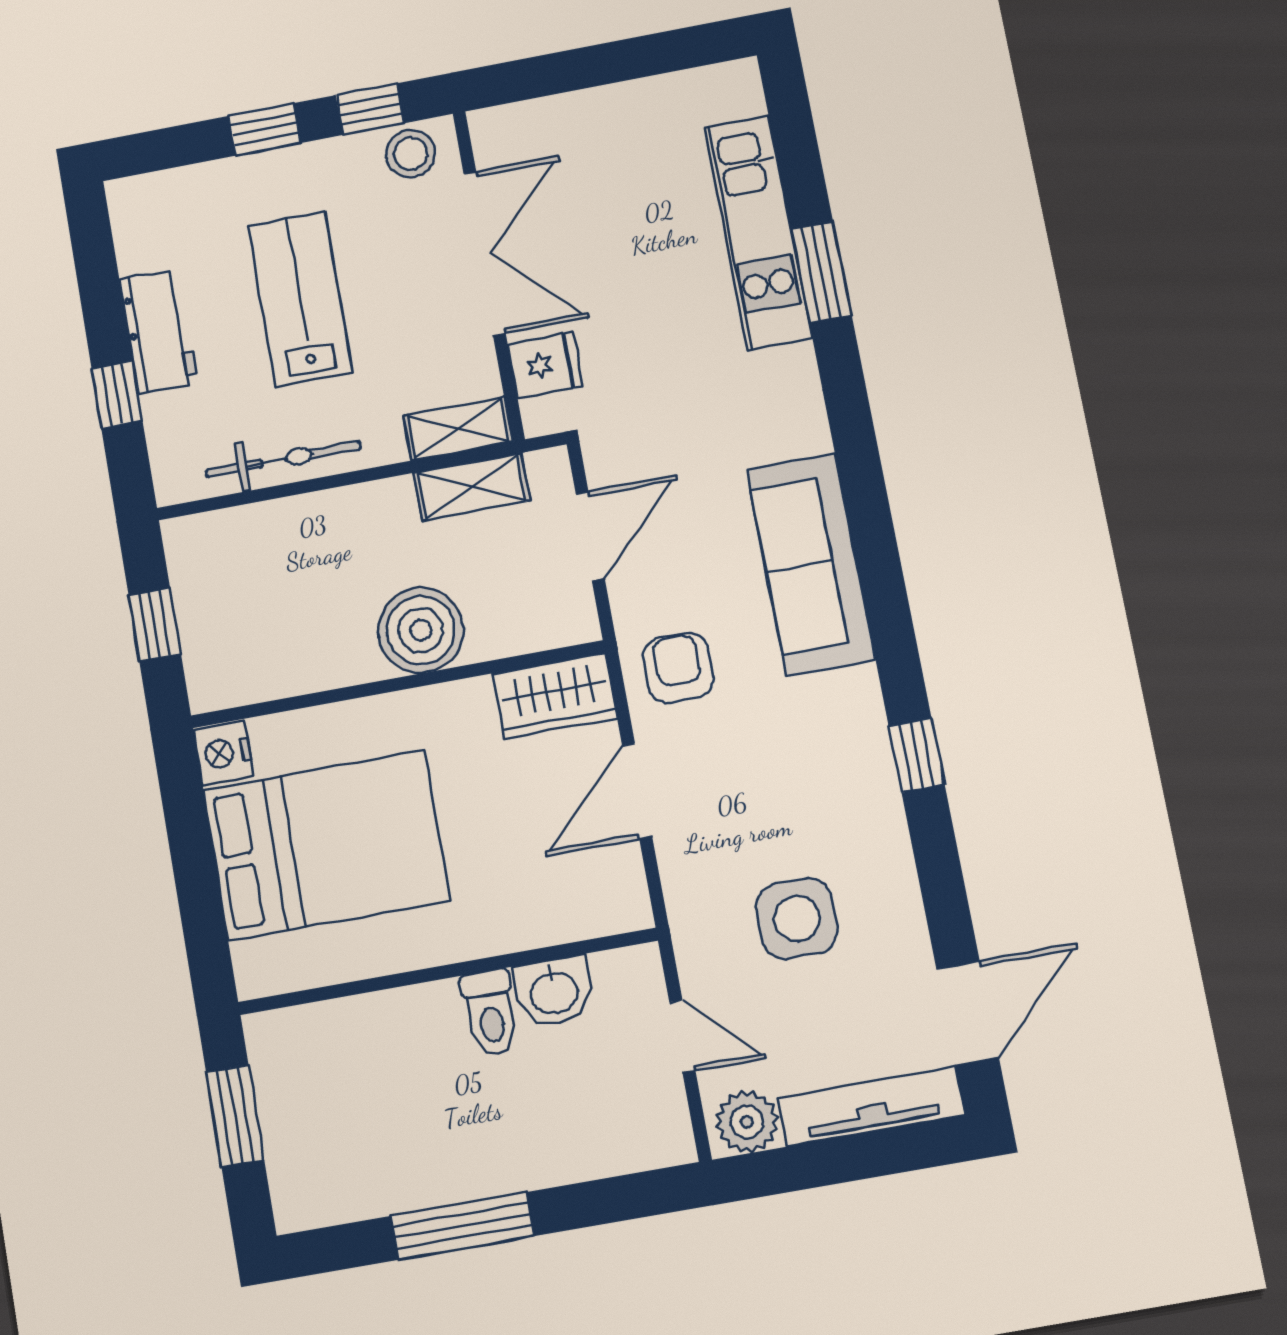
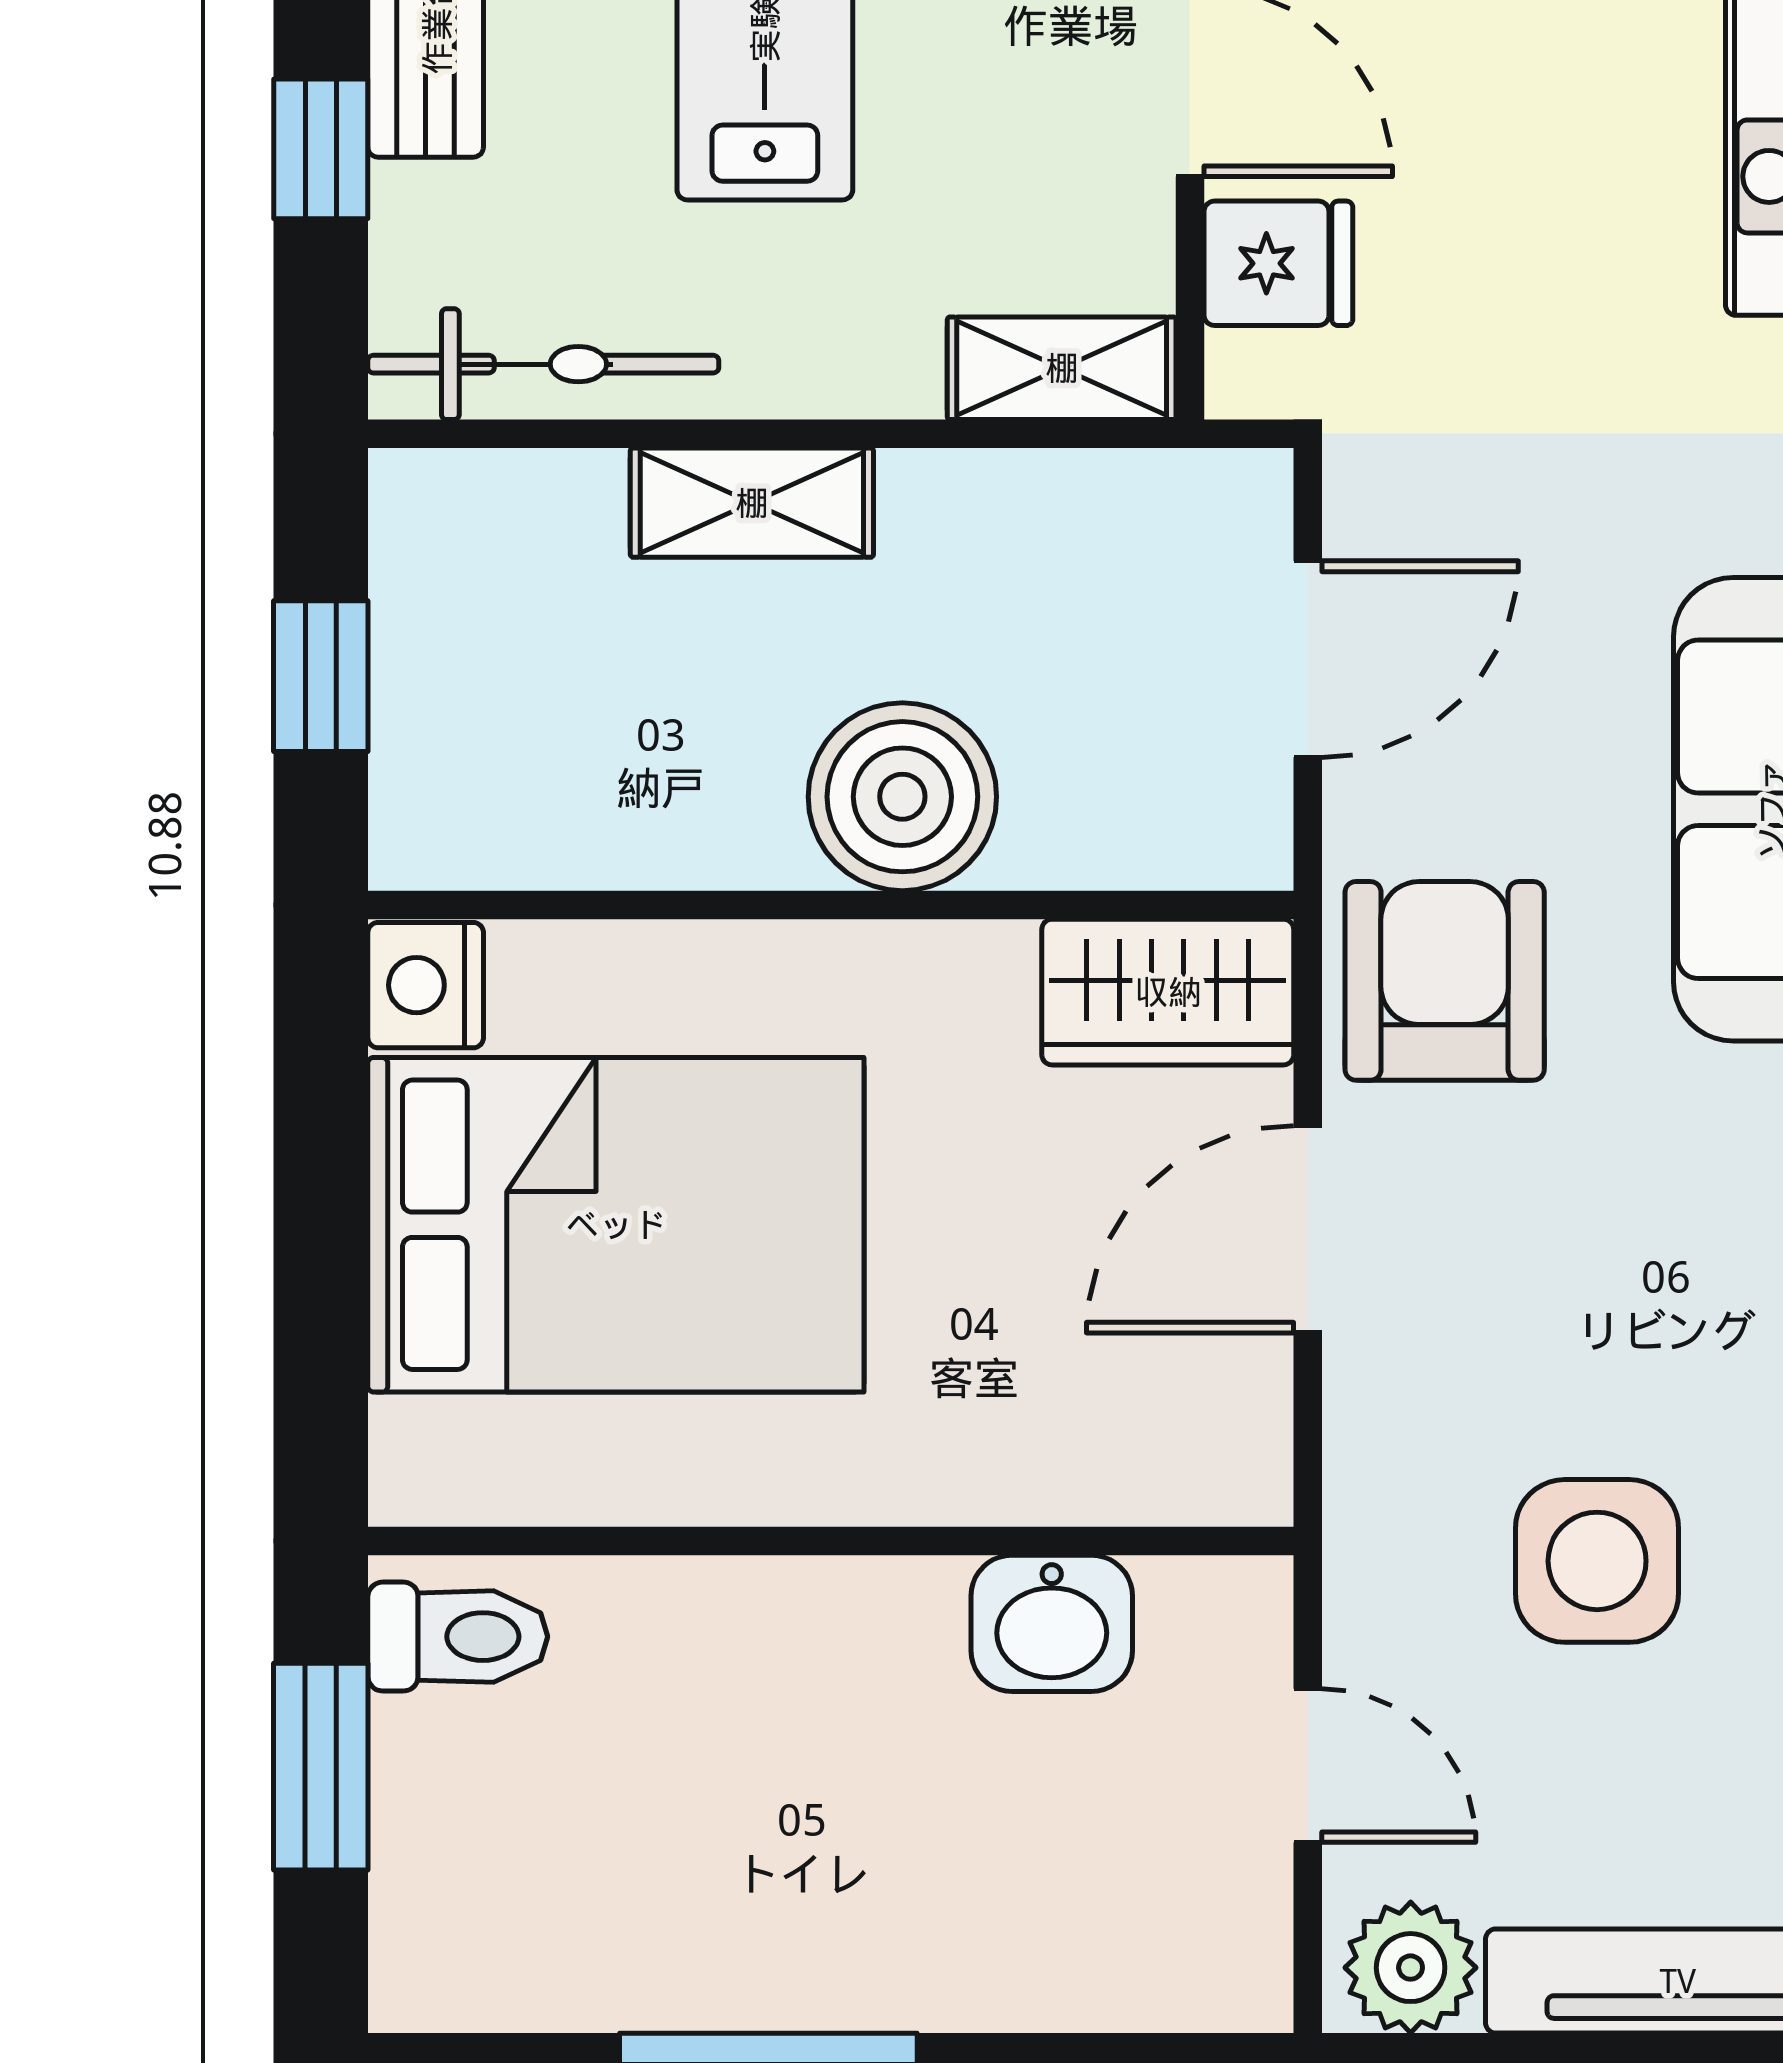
bicycle: (283, 459) -> (543, 364), moved
shelving: (472, 487) -> (752, 503), moved
armchair: (678, 668) -> (1445, 981), width x1.38, depth x1.38
toilet: (490, 1013) -> (458, 1637), moved, turned -90

